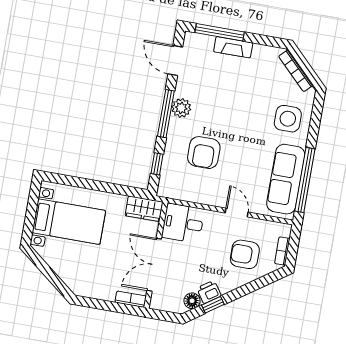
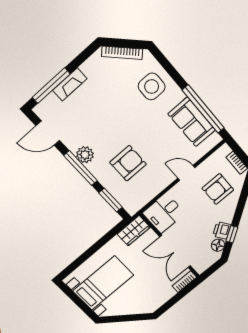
armchair: (204, 153) -> (128, 163), turned -90
window: (157, 164) -> (111, 200), width x1.50
sofa: (286, 179) -> (192, 122), width x0.73

